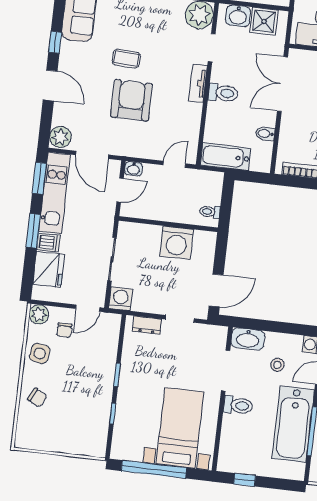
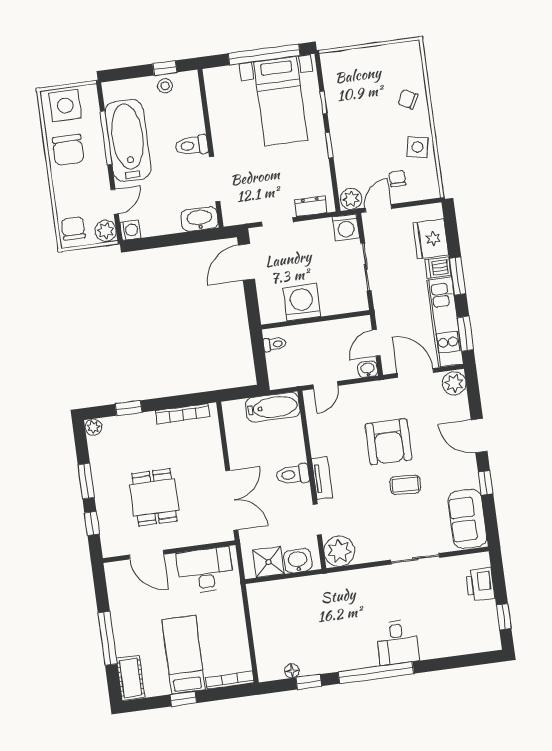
bidet: (265, 134) -> (237, 443), removed
plant: (39, 314) -> (351, 199), moved
stool: (277, 365) -> (165, 86), moved
bed with nightstands: (180, 428) -> (281, 101), moved

